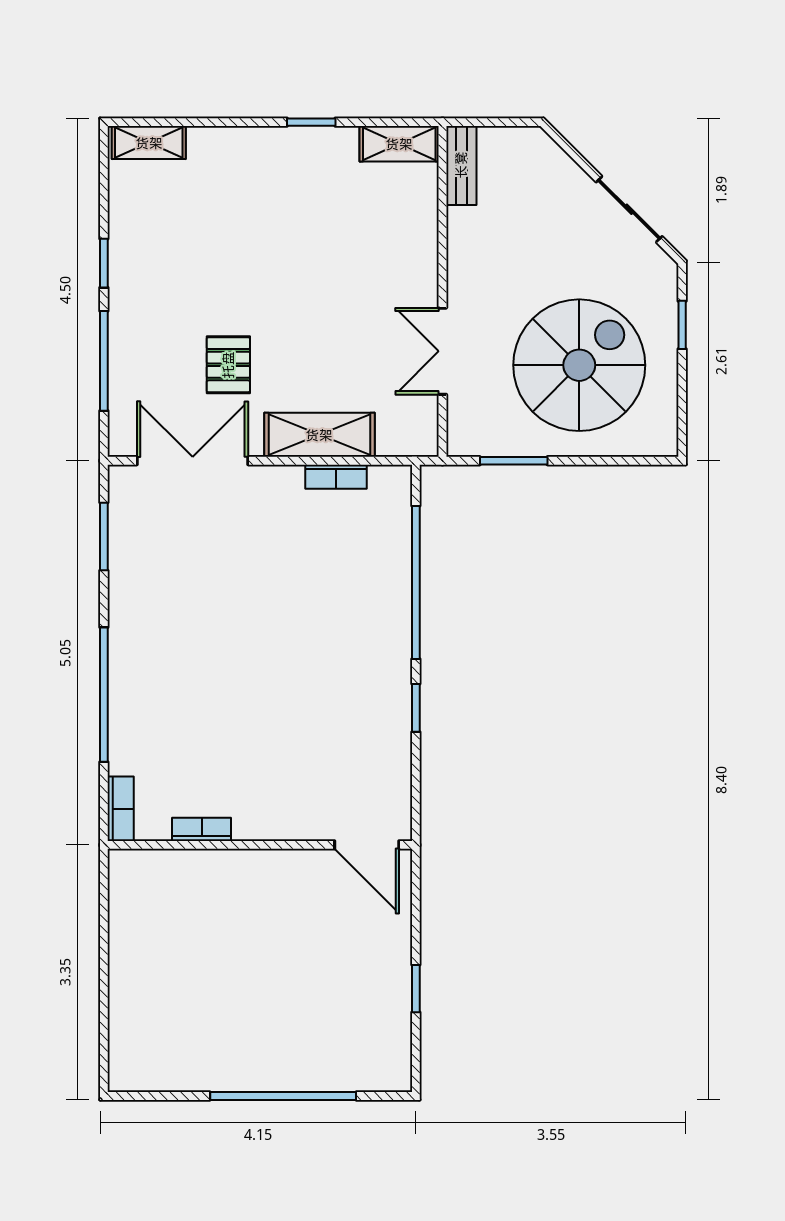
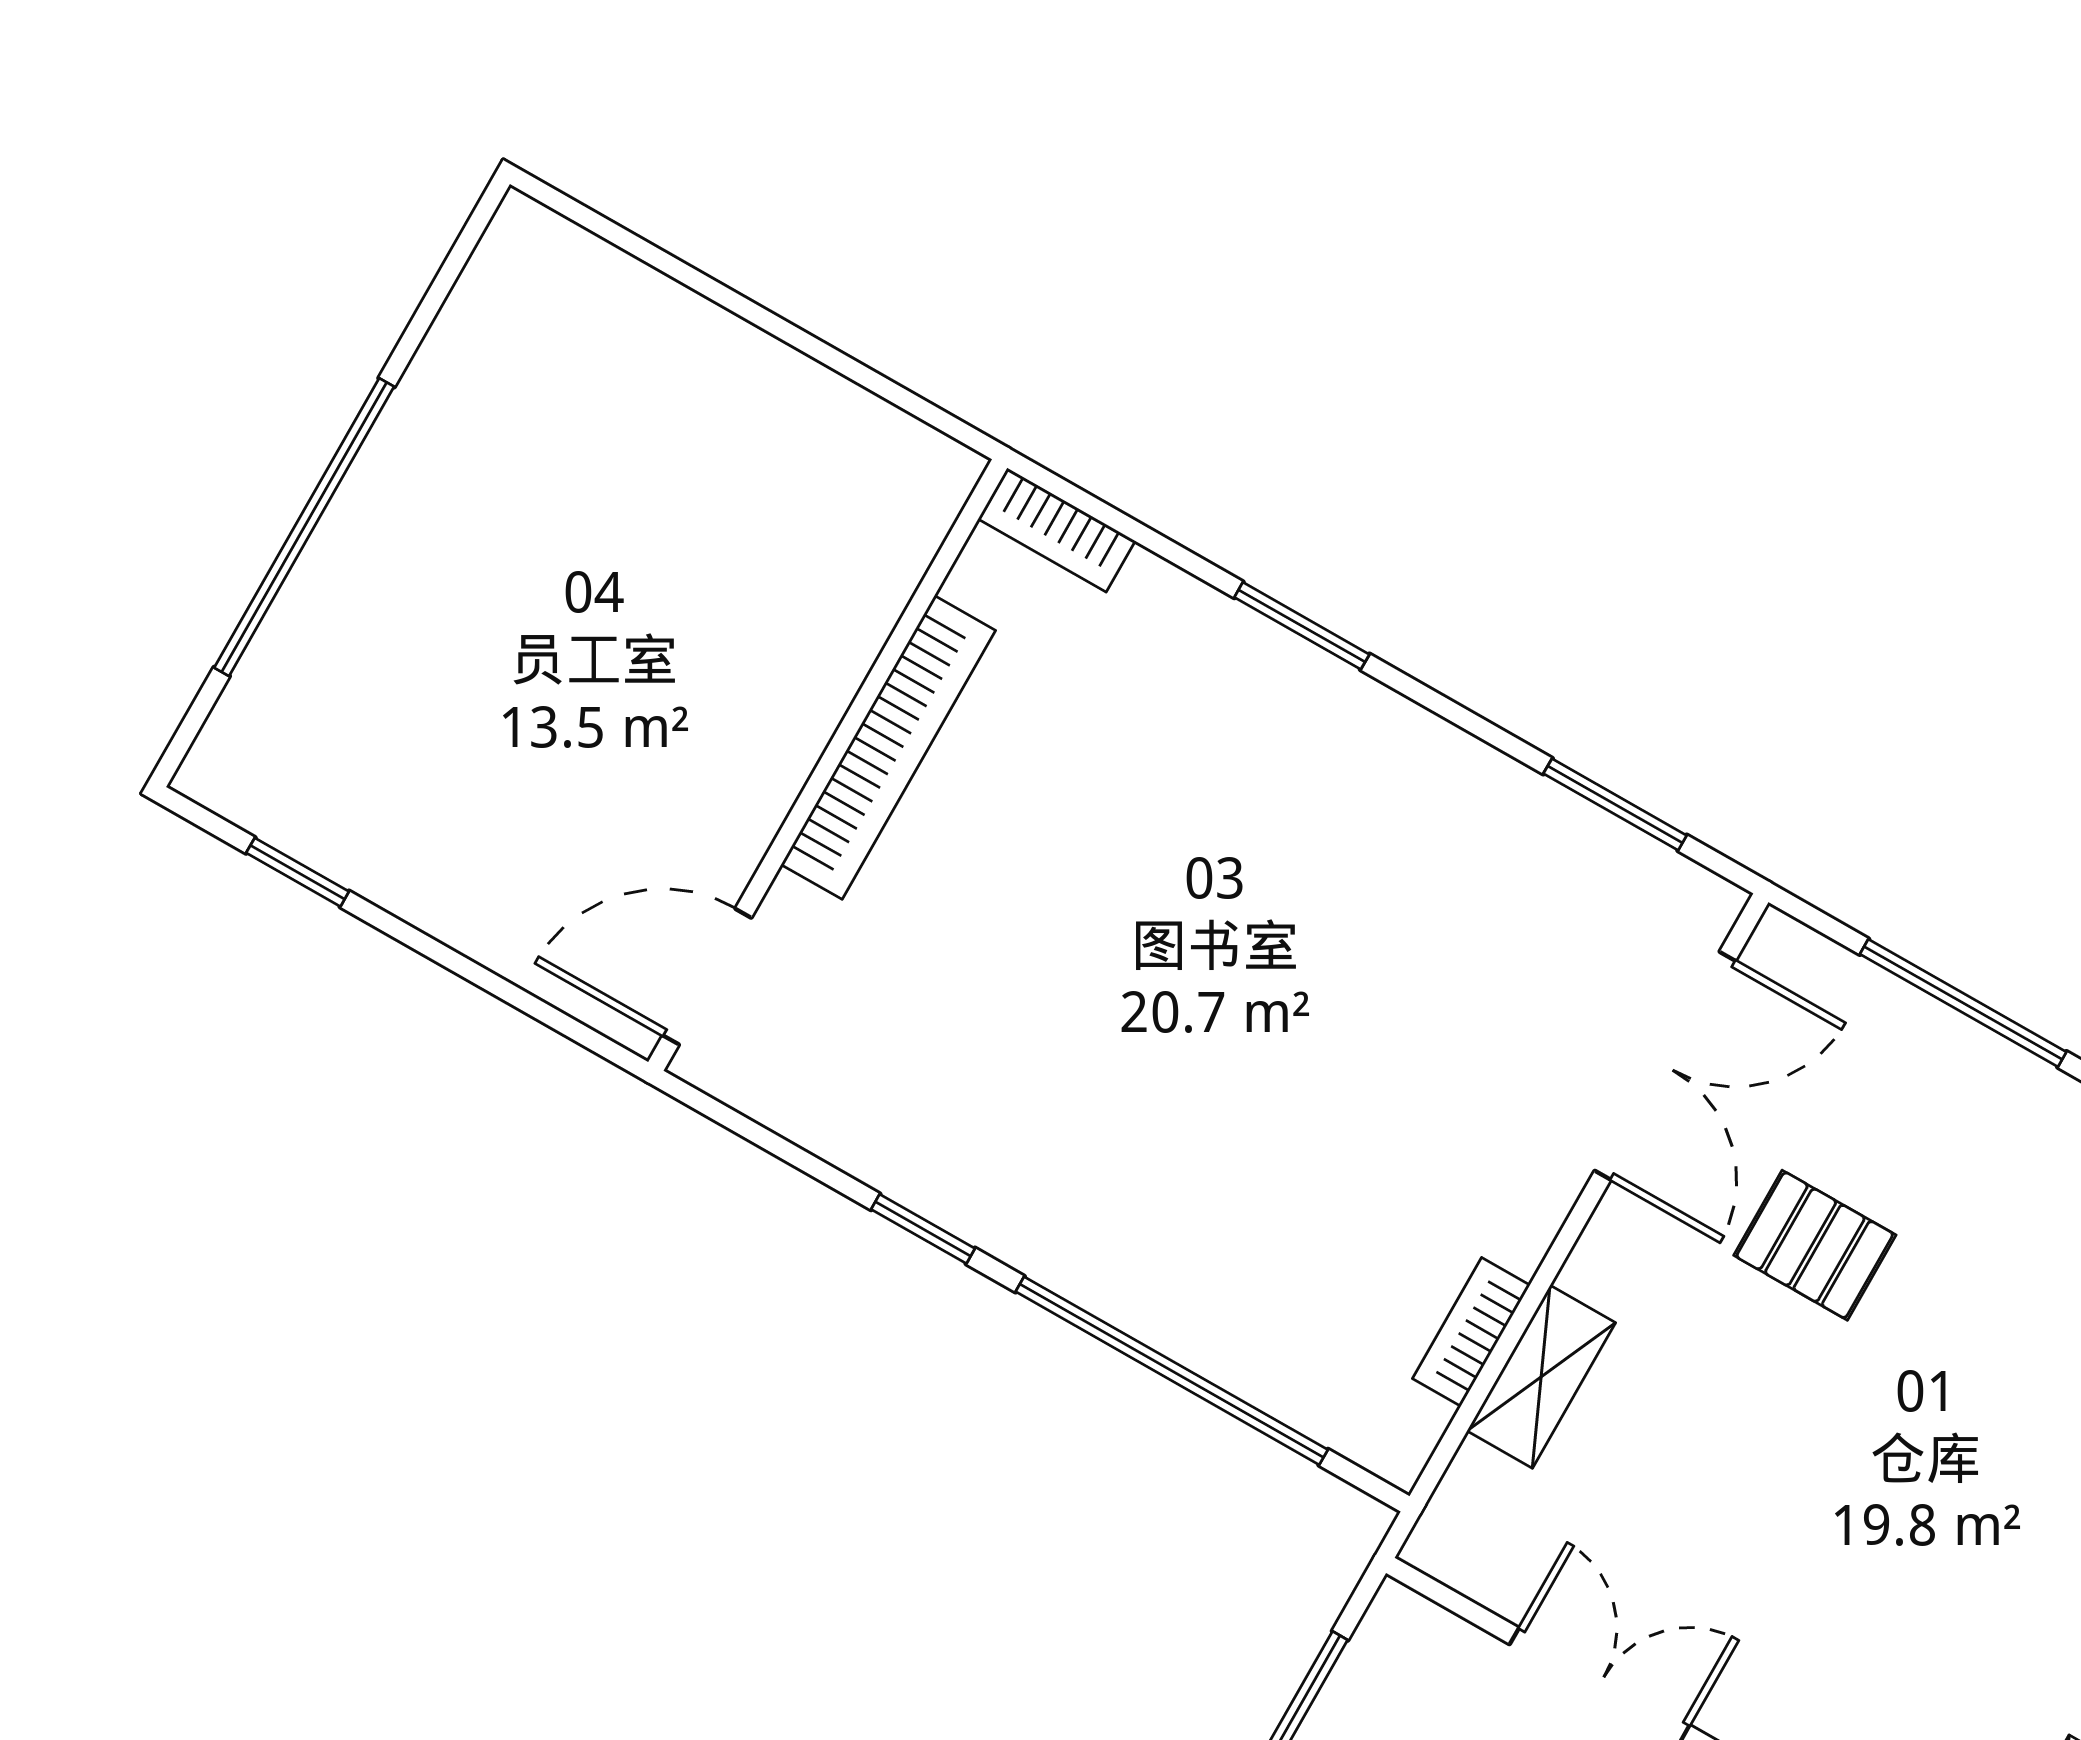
shelving: (319, 435) -> (1541, 1377), width x0.67, depth x0.75
window: (104, 695) -> (1302, 626), width x0.47
bookcase: (202, 829) -> (888, 747), width x2.31, depth x1.31
window: (416, 989) -> (298, 872), moved

